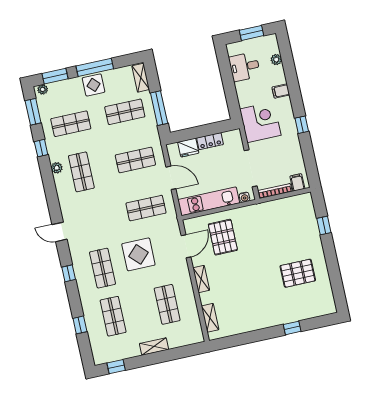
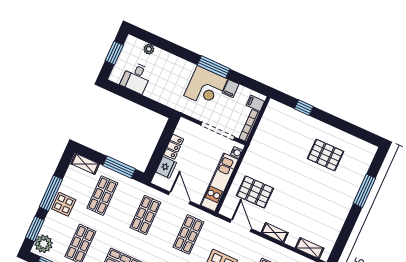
plant: (43, 89) -> (44, 244), width x1.88, depth x1.88
filing cabinet: (281, 91) -> (231, 89), moved
corner desk: (260, 122) -> (206, 87), moved, turned 180
window: (302, 125) -> (214, 67), width x2.17
door: (171, 178) -> (179, 198), hinge flipped
pallet: (298, 273) -> (326, 155), turned 90
window: (292, 328) -> (364, 191), width x2.17

